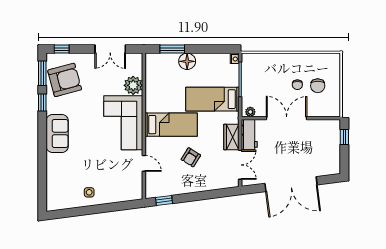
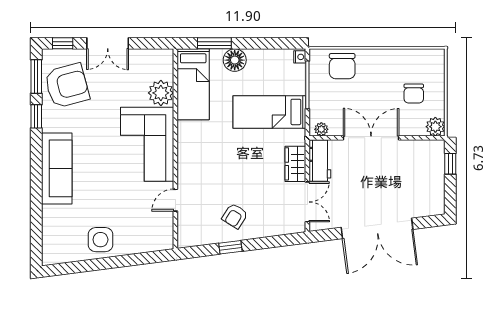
double door: (110, 49) -> (108, 43), moved
chair: (297, 85) -> (342, 66), moved, width x1.87, depth x1.87
plant: (334, 110) -> (435, 127), added
bed: (171, 125) -> (193, 84), moved, turned 90
sofa: (57, 133) -> (57, 168), width x1.36
armchair: (191, 157) -> (235, 216), moved
door: (144, 163) -> (175, 200), swing flipped
side table: (89, 192) -> (100, 240), width x1.87, depth x1.87
window: (164, 200) -> (230, 247), moved

